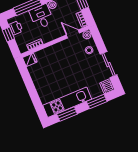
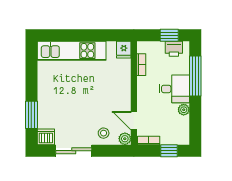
door: (73, 34) -> (134, 121), swing flipped
kitchen unit: (67, 102) -> (72, 51), moved, turned 90
window: (67, 114) -> (31, 69), removed

